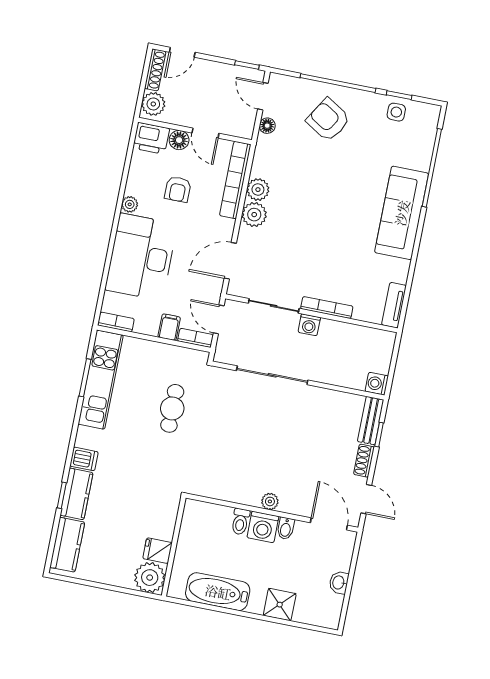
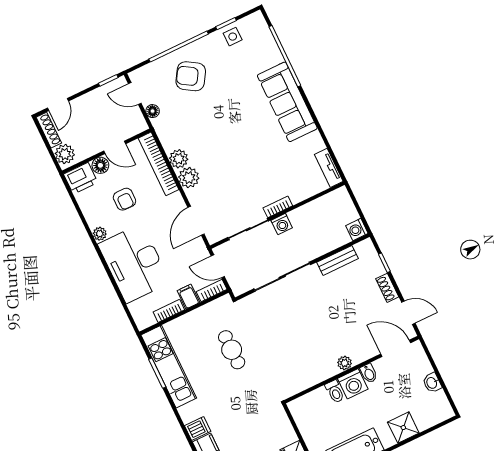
bookcase: (327, 308) -> (278, 207), width x0.64
bookcase: (116, 322) -> (169, 311), moved
bench: (371, 421) -> (338, 260), moved, turned 90

